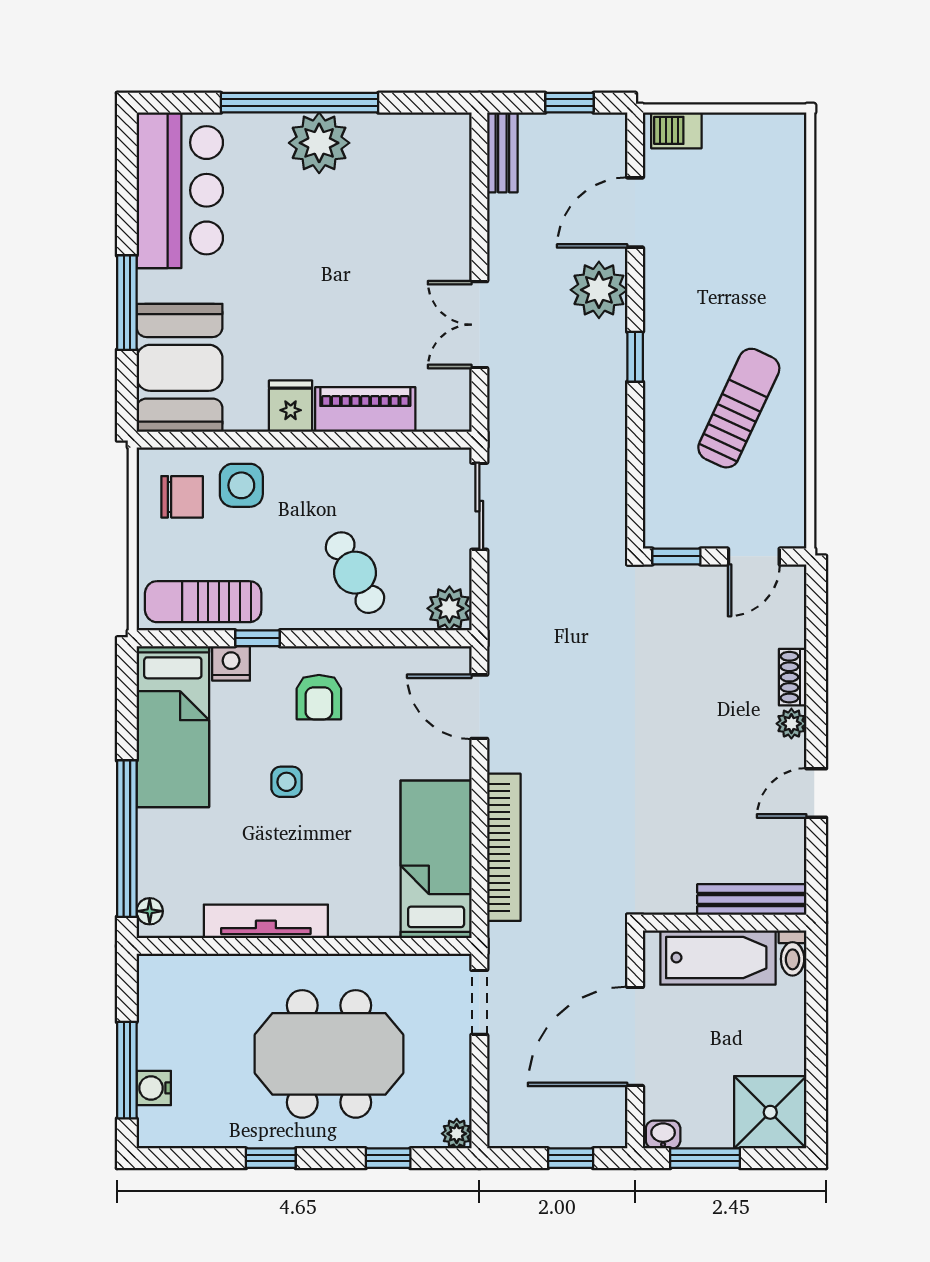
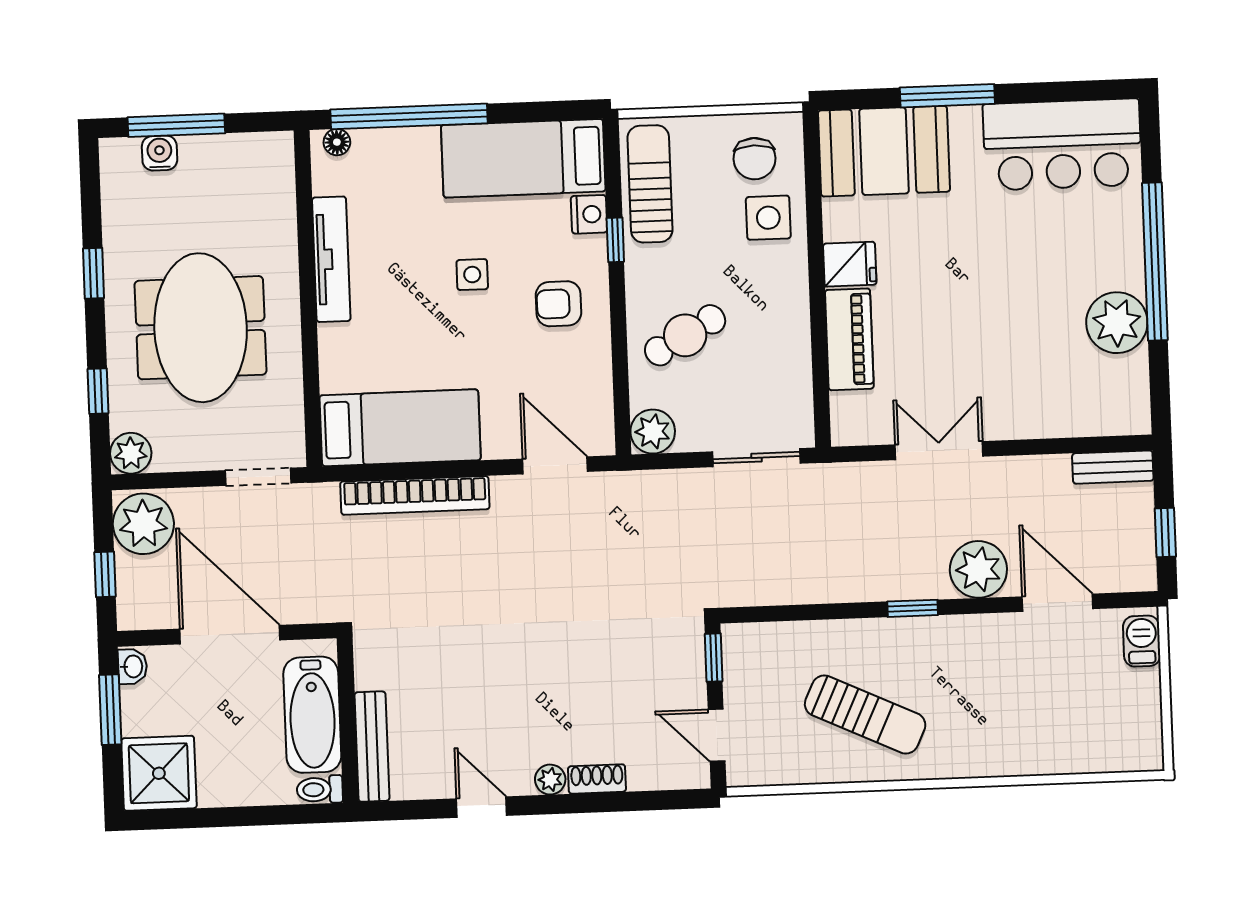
plant: (319, 143) -> (1117, 323), moved
door: (479, 707) -> (555, 465), hinge flipped
plant: (522, 1118) -> (143, 524), added
plant: (457, 1134) -> (131, 453), width x1.38, depth x1.38

